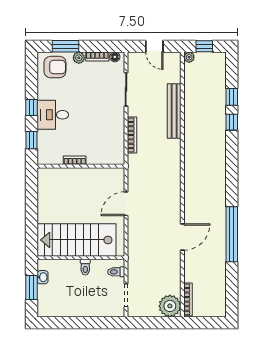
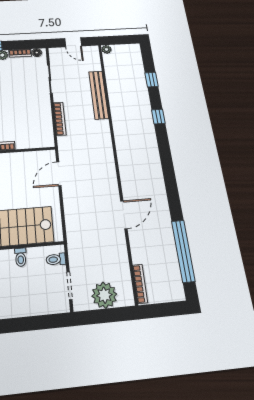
window: (204, 46) -> (119, 40), removed
window: (232, 122) -> (158, 117), moved
door: (126, 204) -> (59, 174), moved
window: (232, 234) -> (183, 251), moved
plant: (170, 306) -> (104, 295), moved

